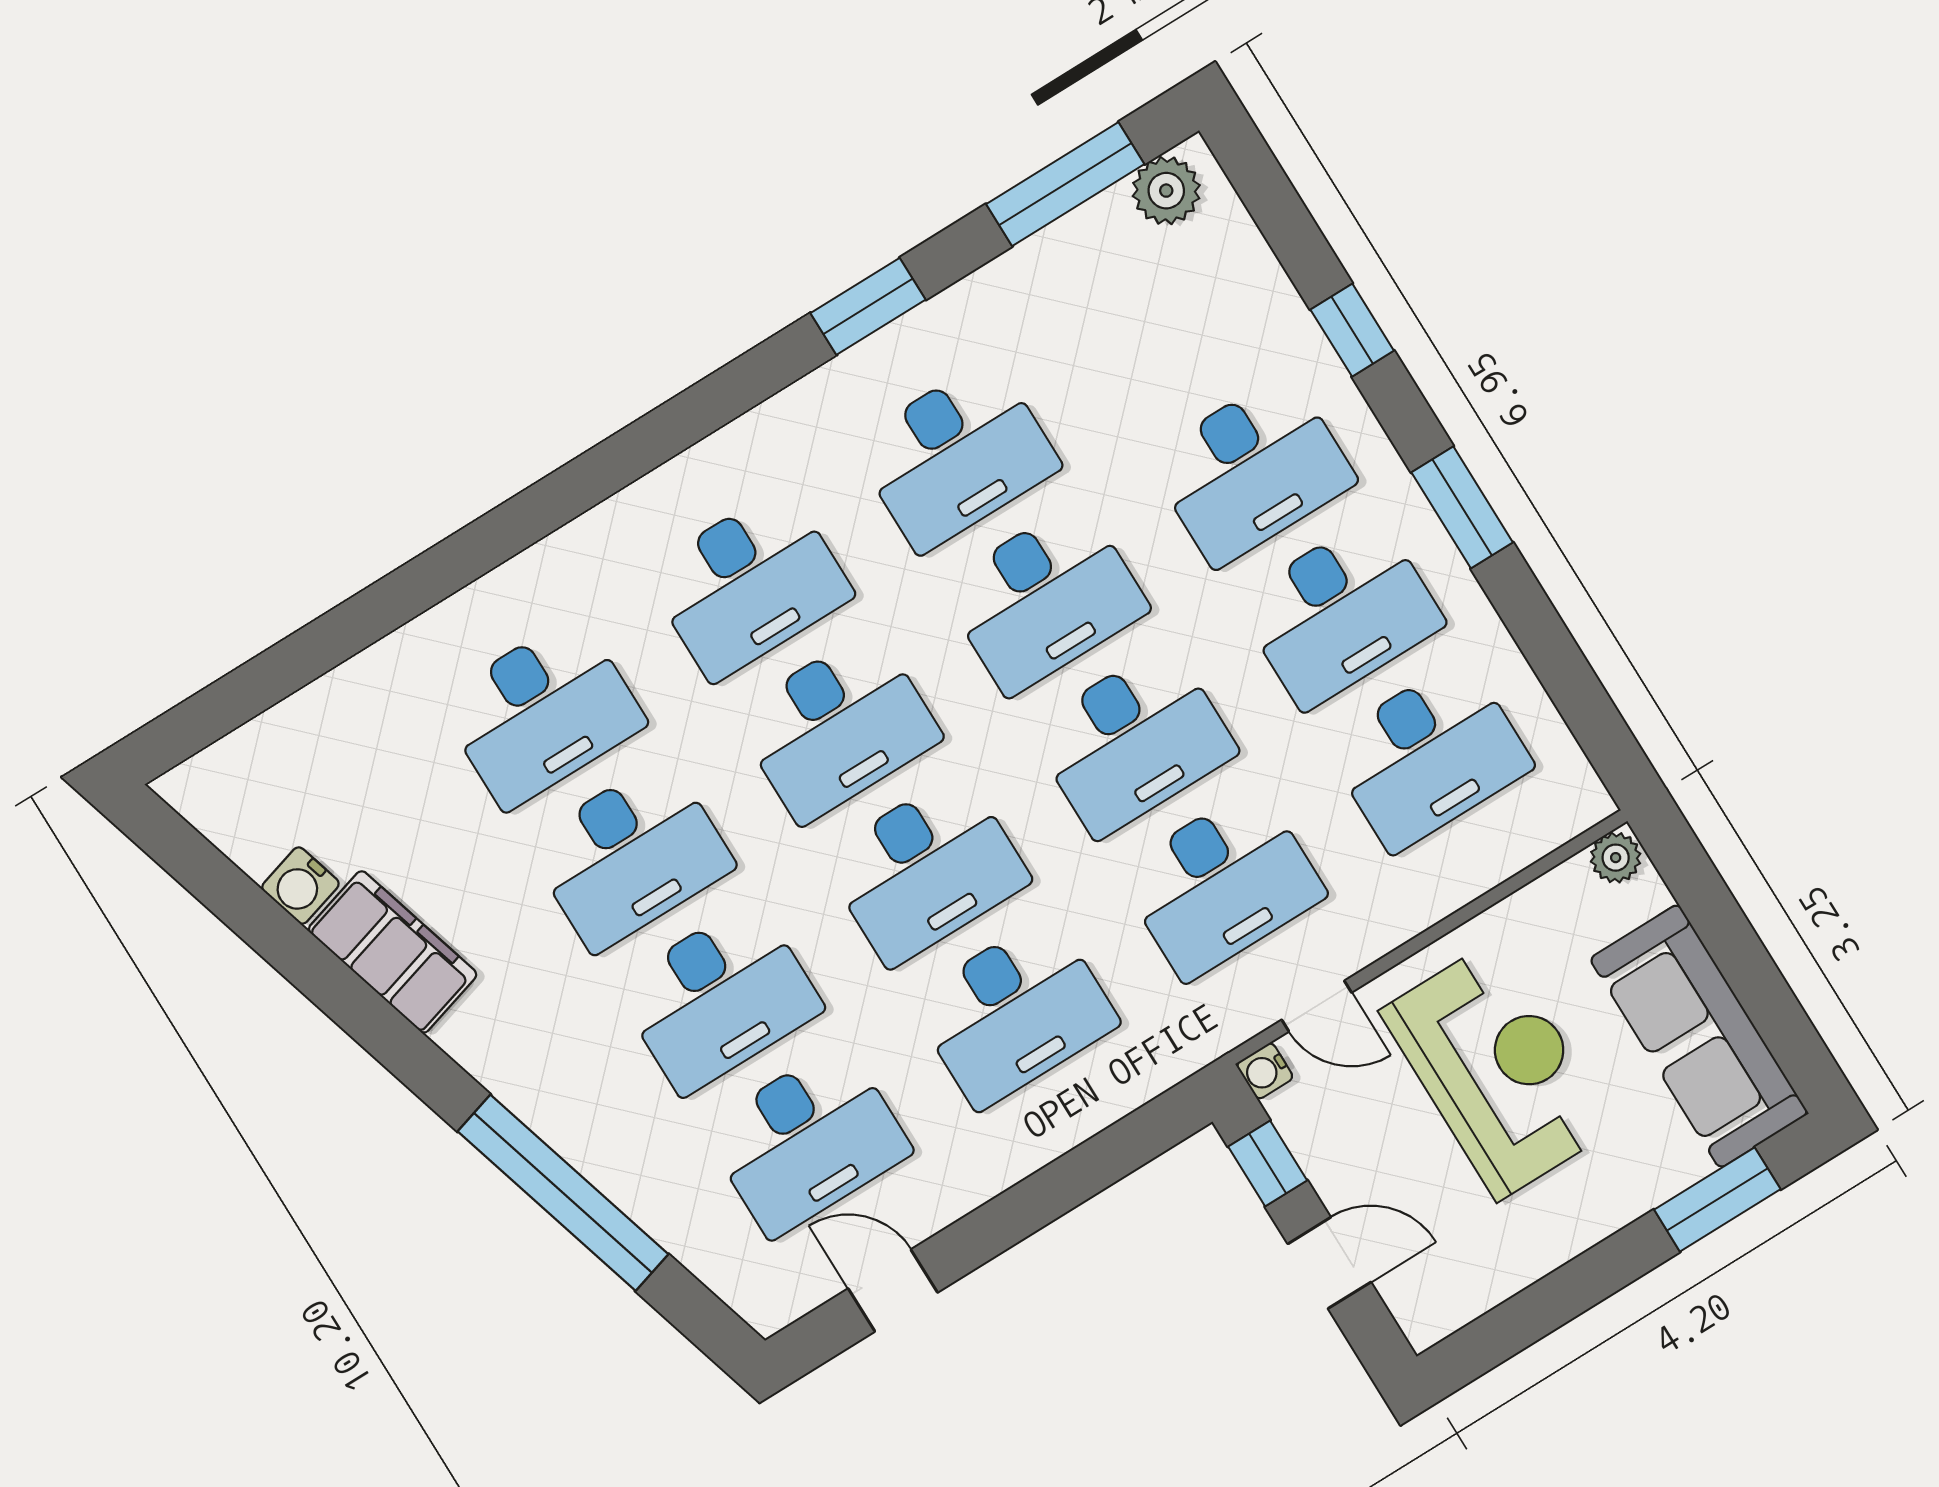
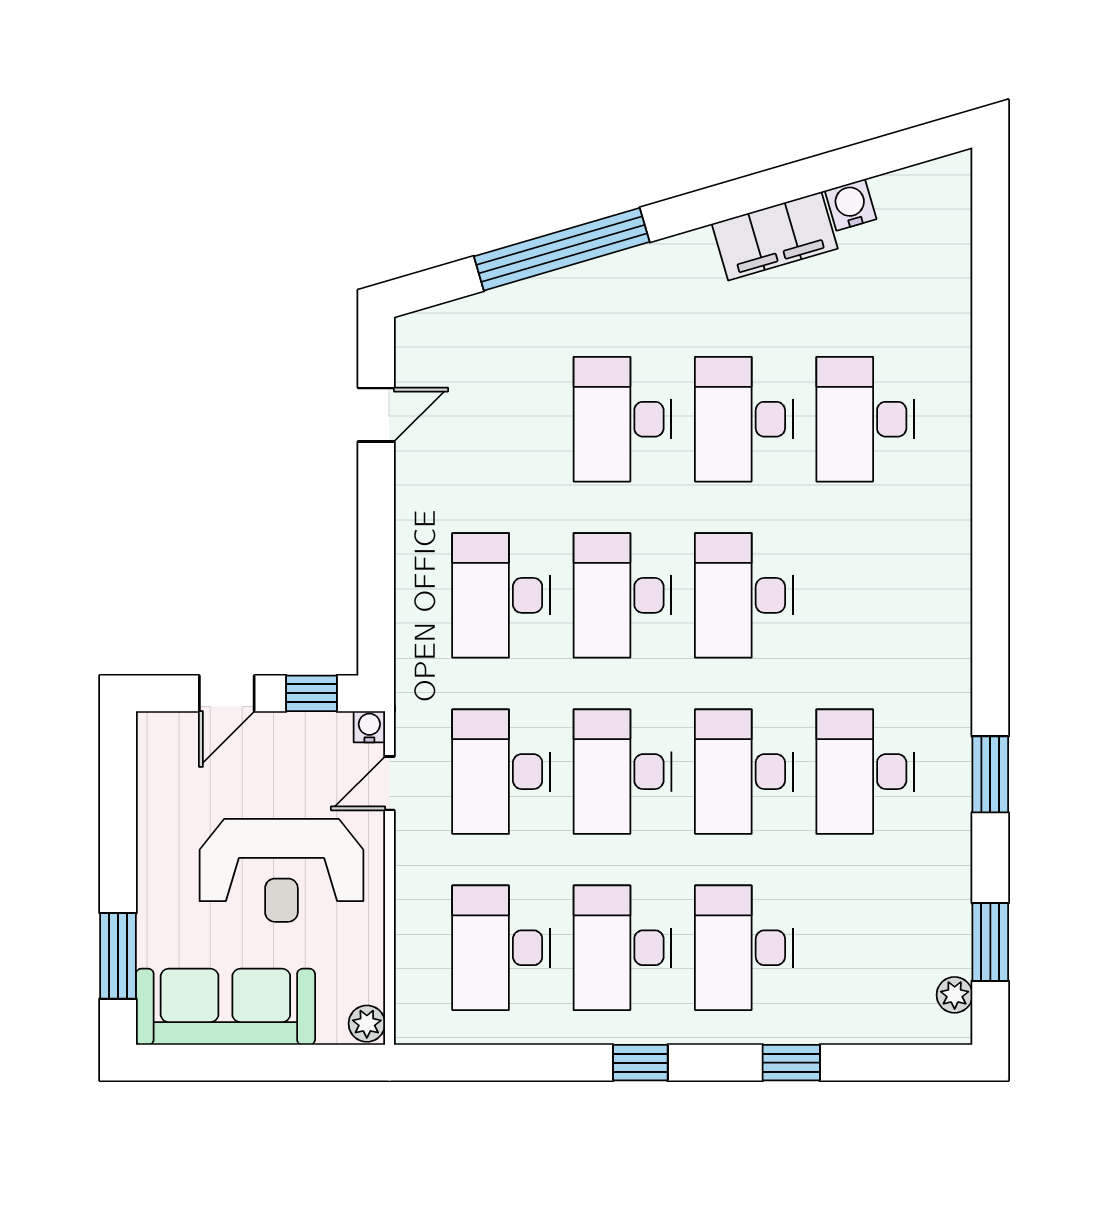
window: (1065, 184) -> (990, 942), width x0.69
plant: (1166, 191) -> (955, 995), width x0.73, depth x0.73
window: (1462, 507) -> (640, 1063), width x0.67
desk: (749, 584) -> (865, 595), removed
desk: (807, 1140) -> (501, 419), removed

